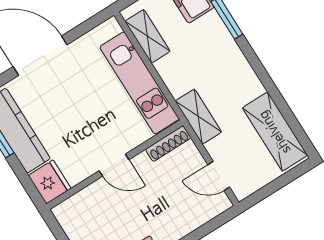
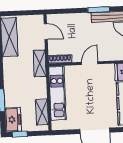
door: (114, 165) -> (90, 63), hinge flipped

